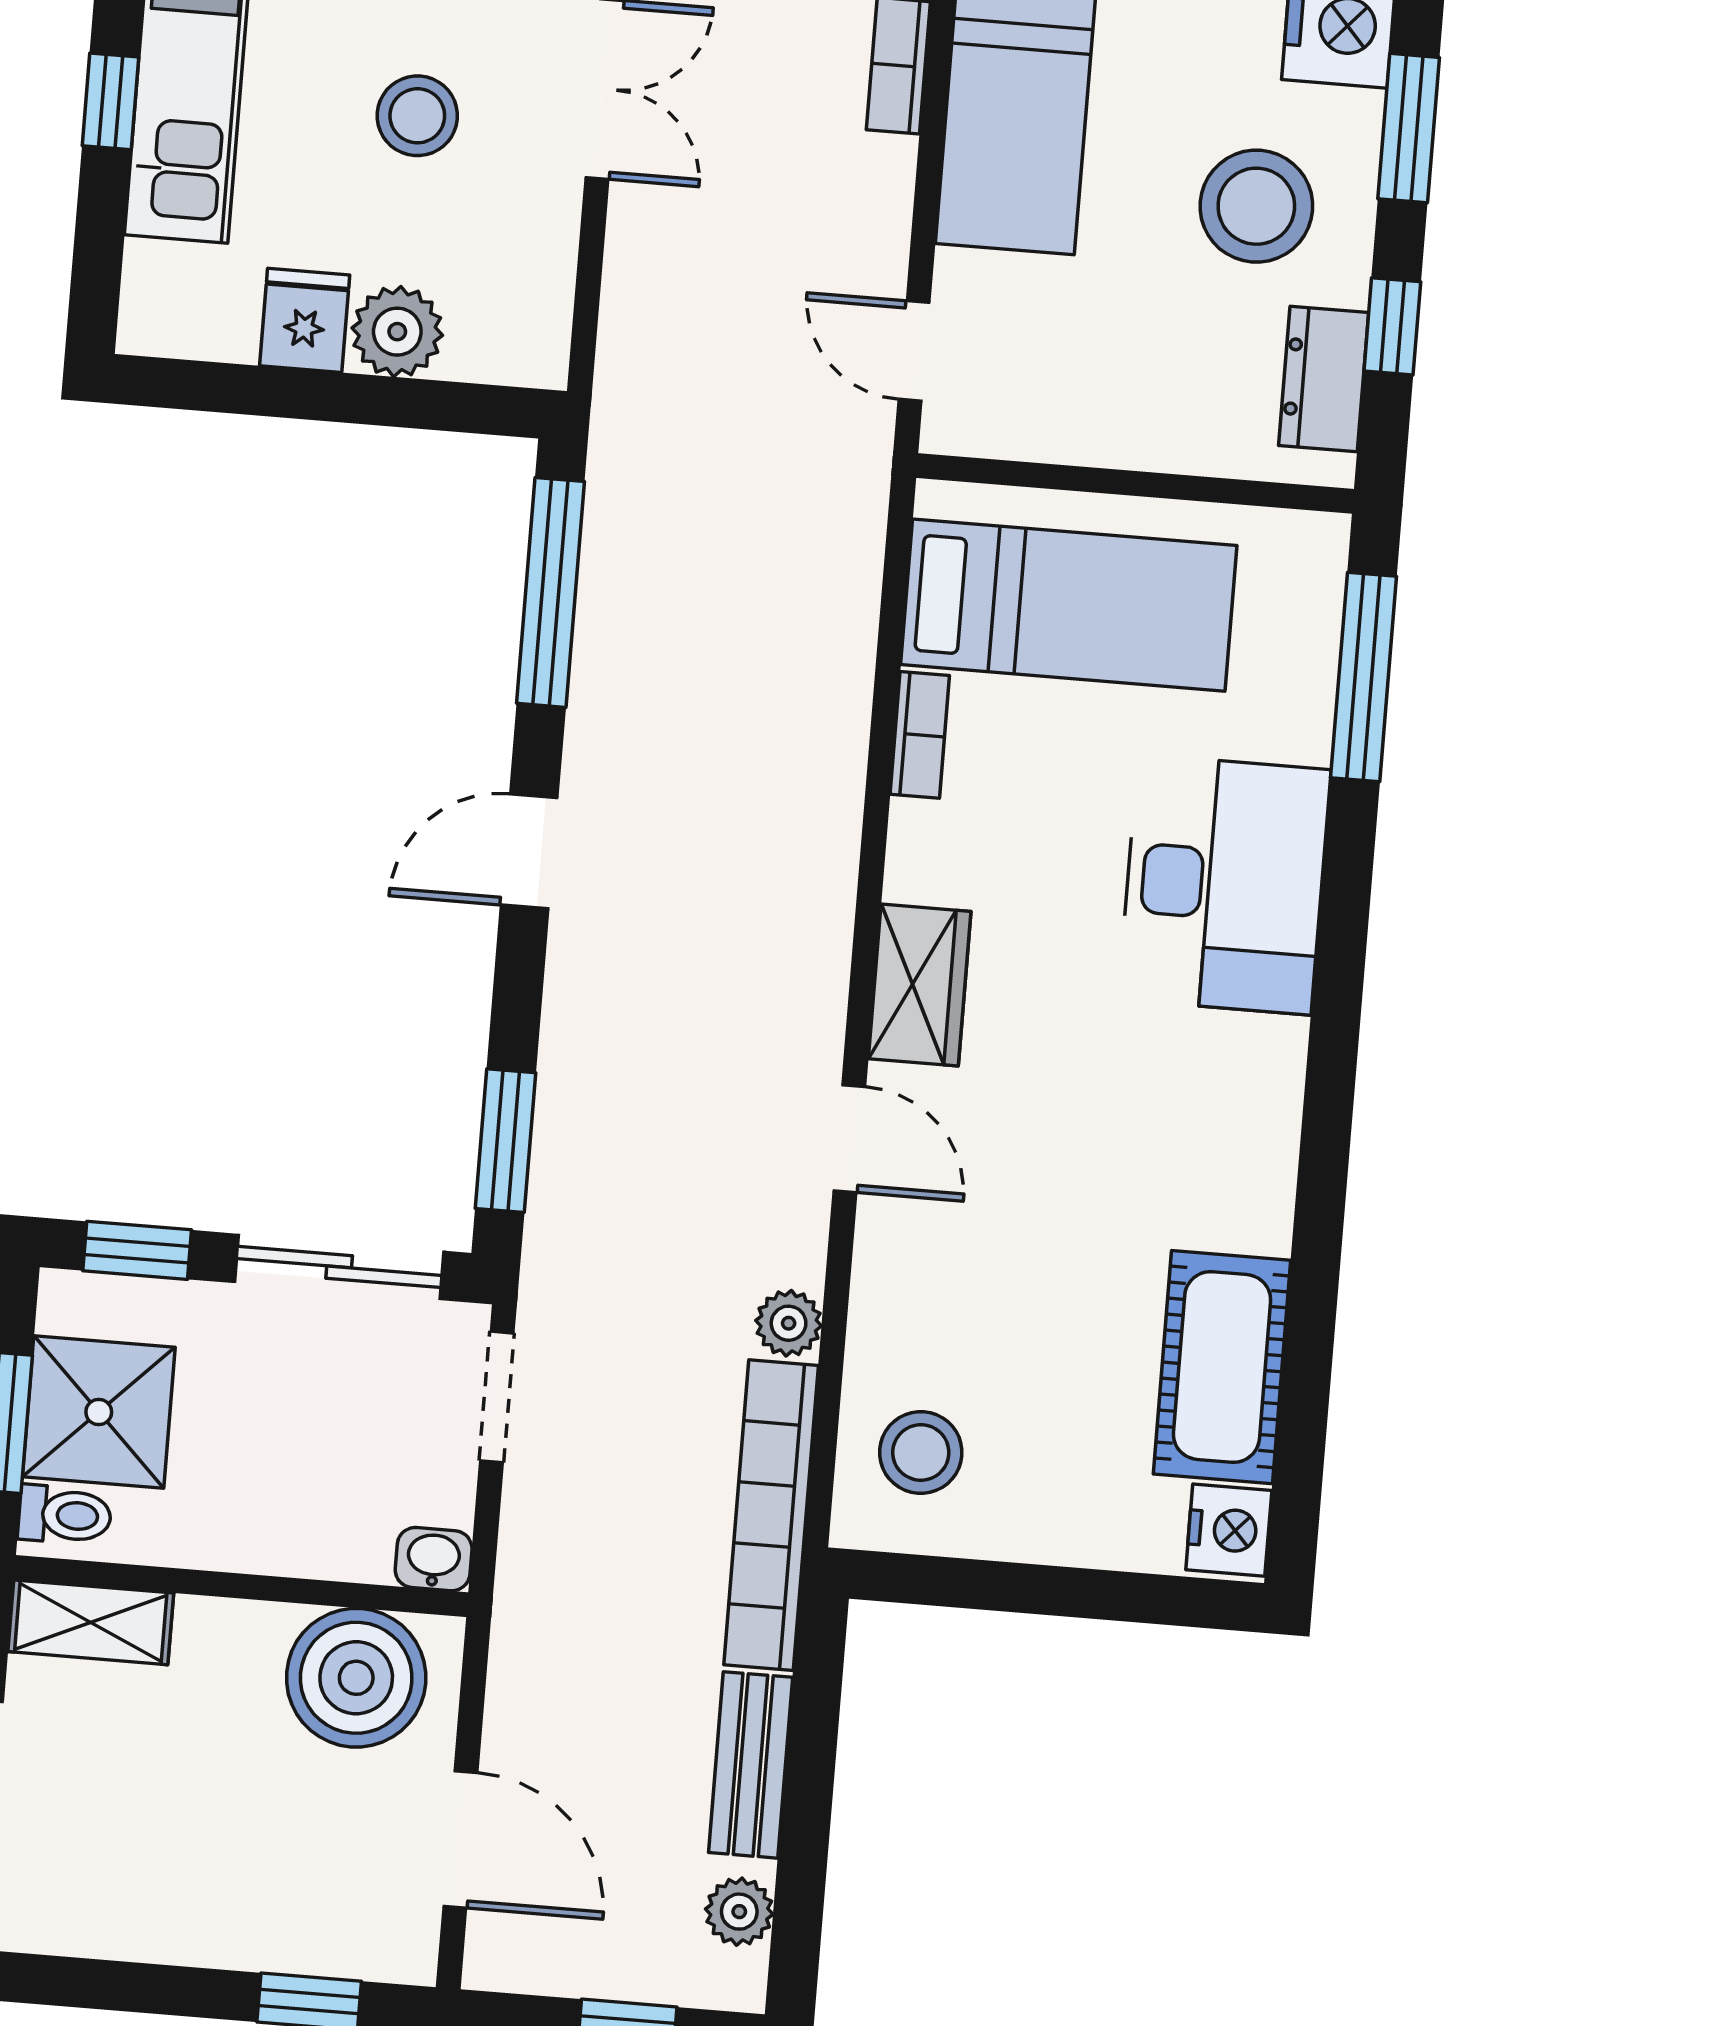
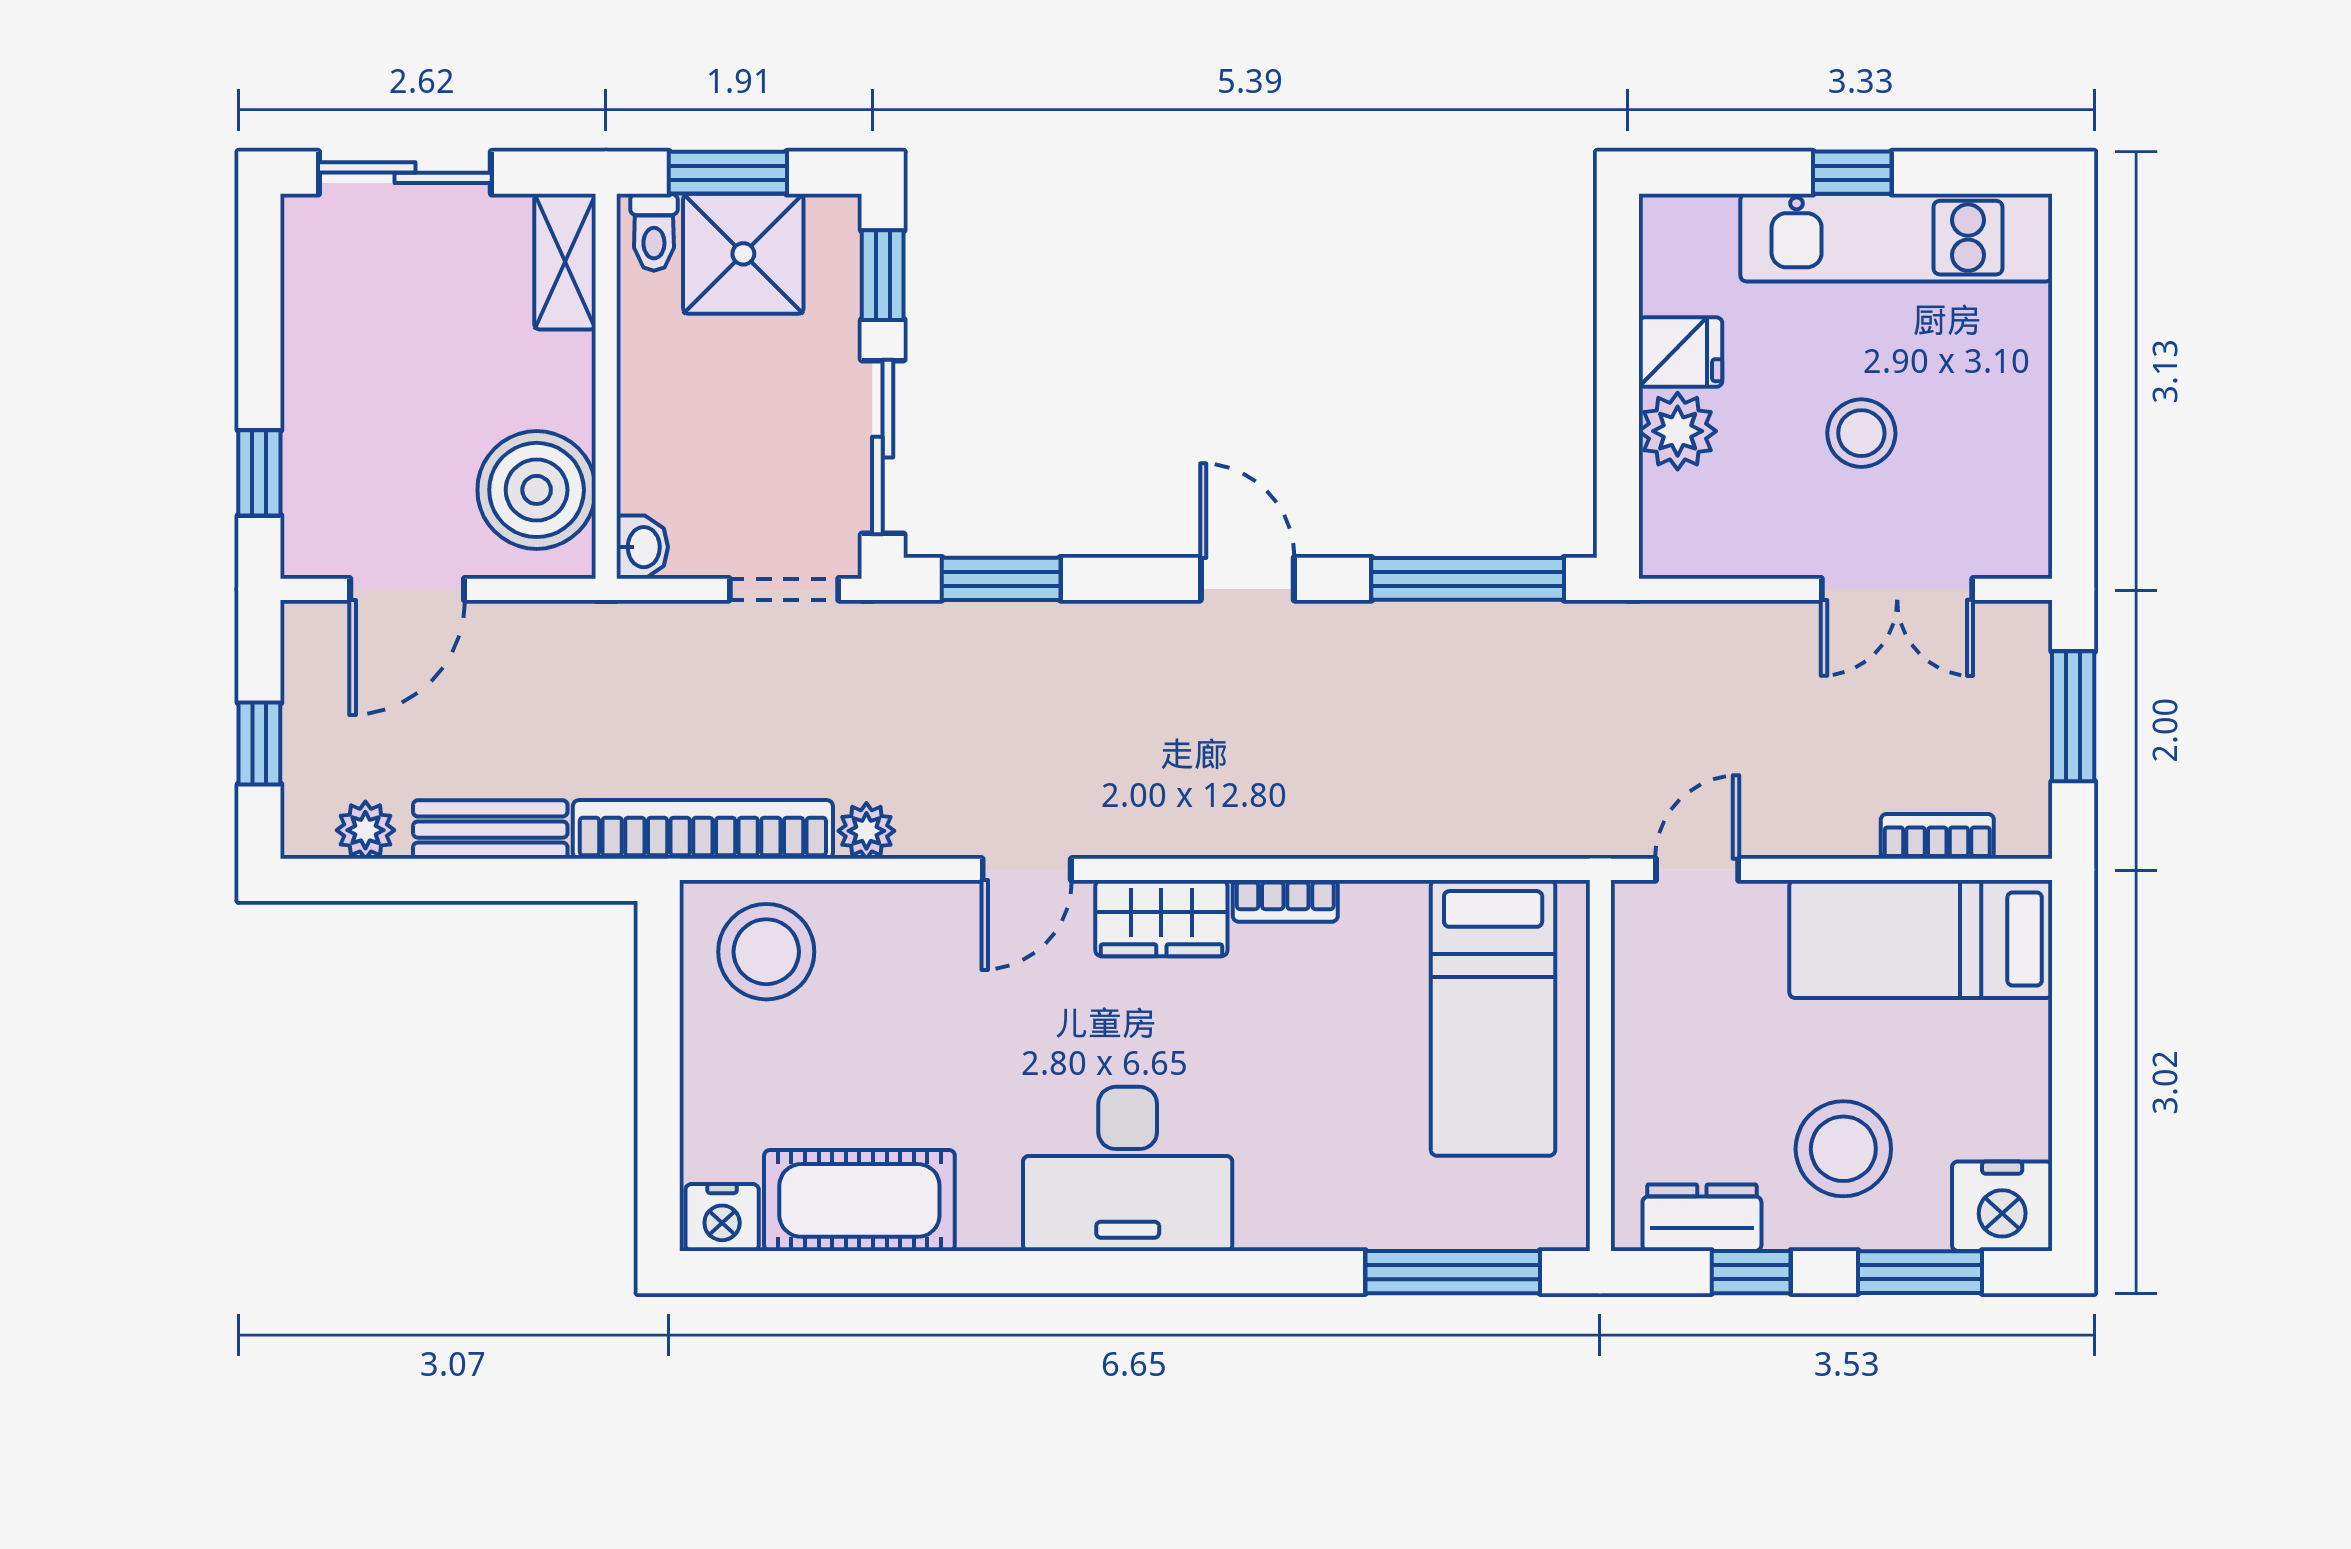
bookcase: (920, 735) -> (1285, 901), moved
desk: (1224, 885) -> (1128, 1169), moved
stool: (921, 1452) -> (766, 952), width x1.38, depth x1.38

